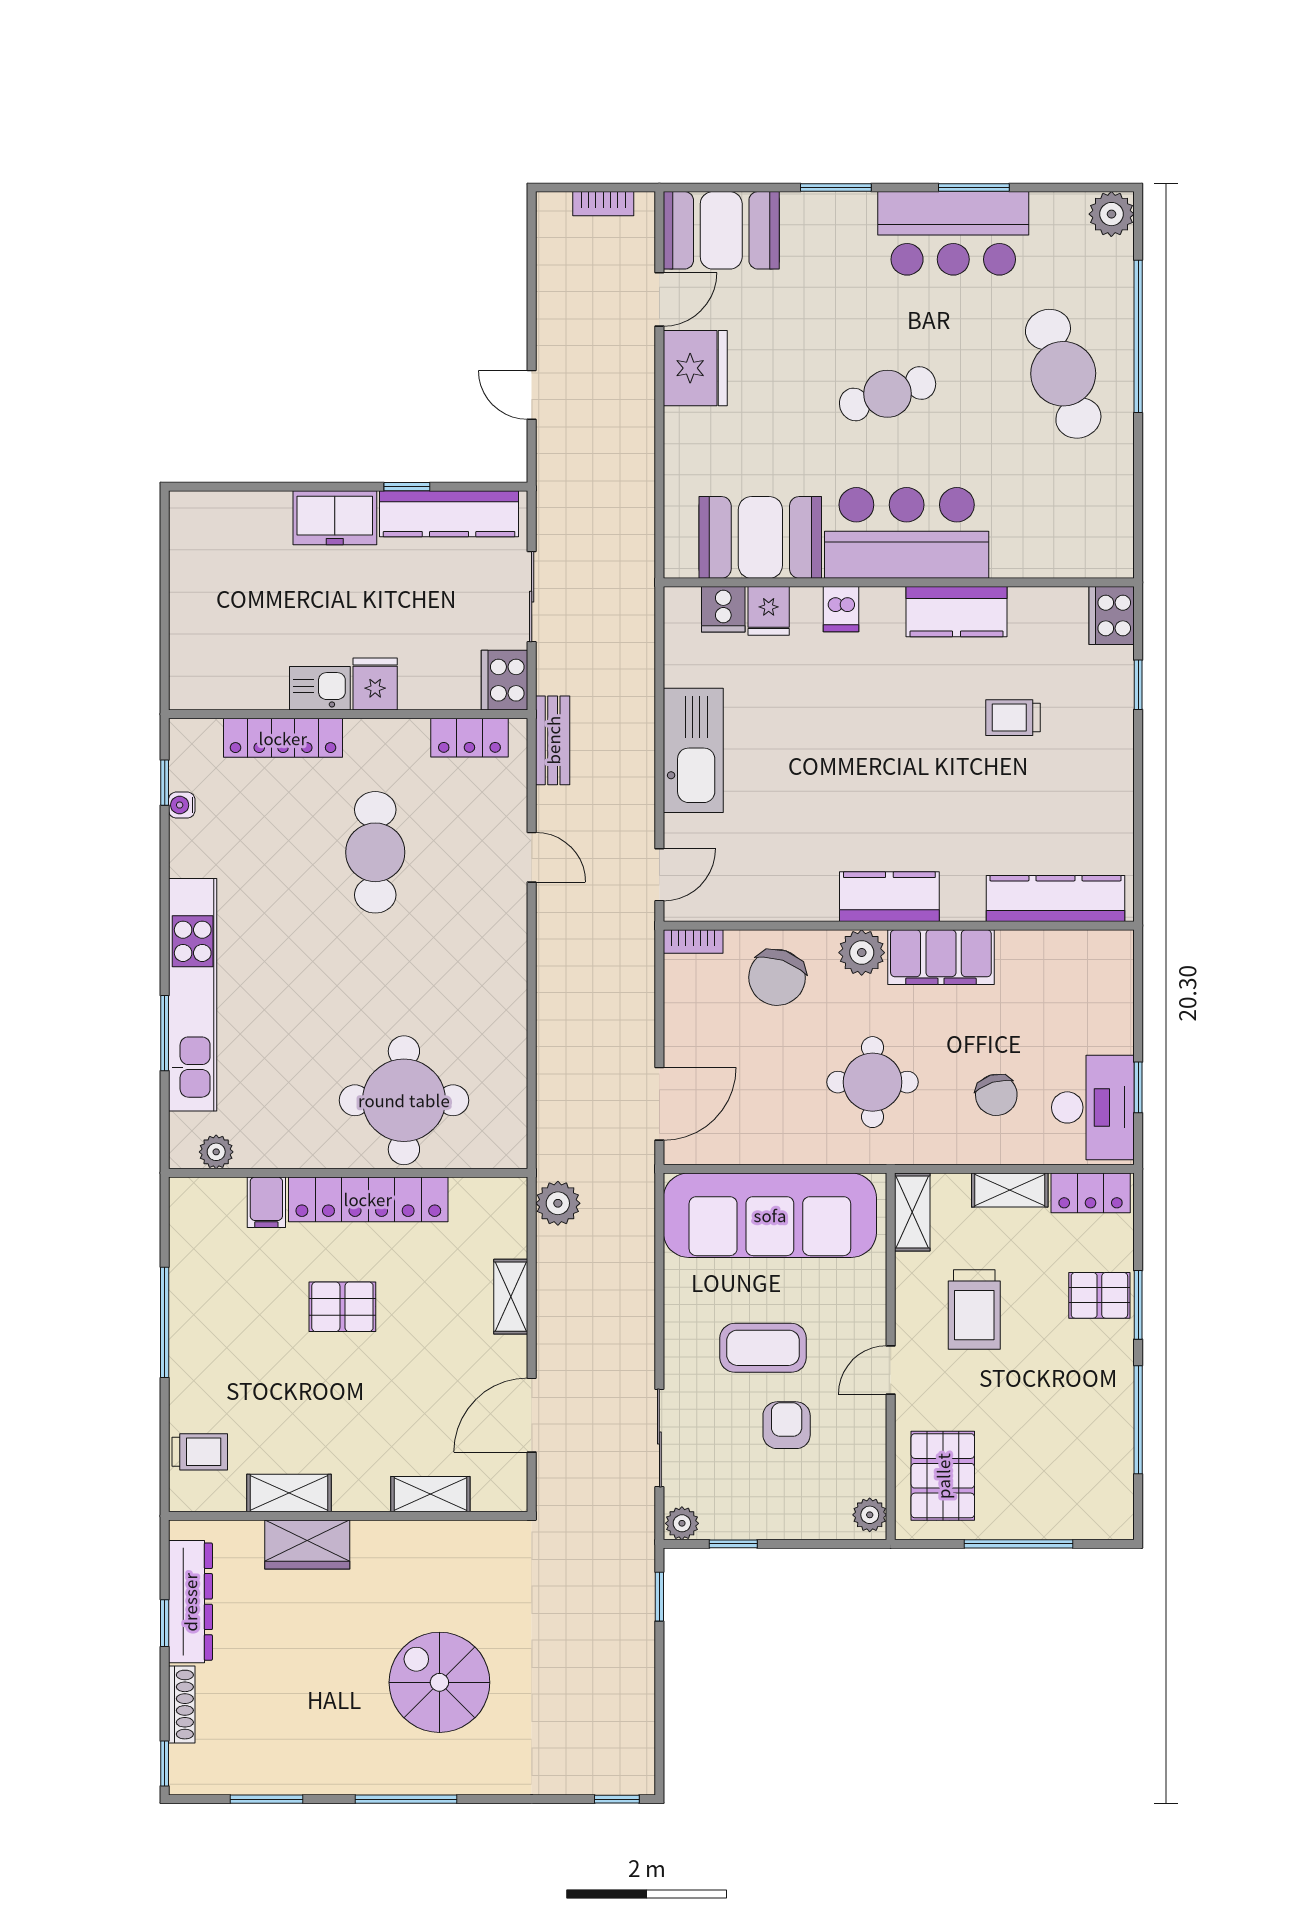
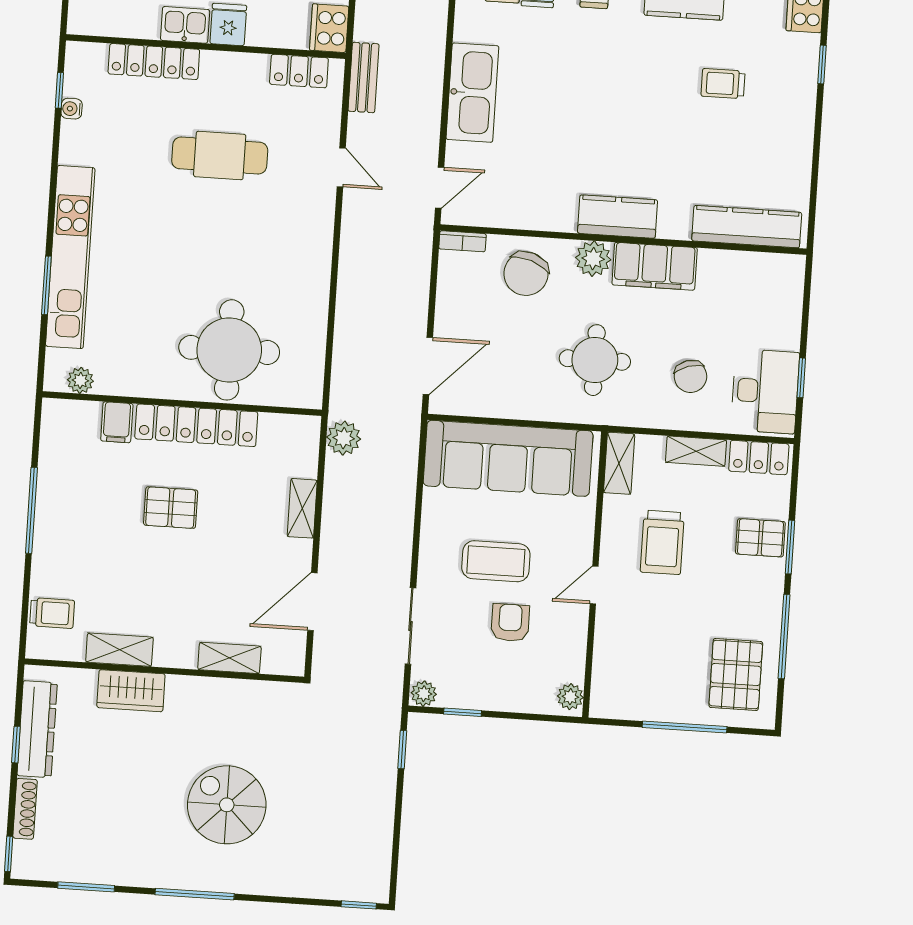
cafe table: (375, 852) -> (220, 155), turned 90
pallet: (943, 1476) -> (736, 674), moved

